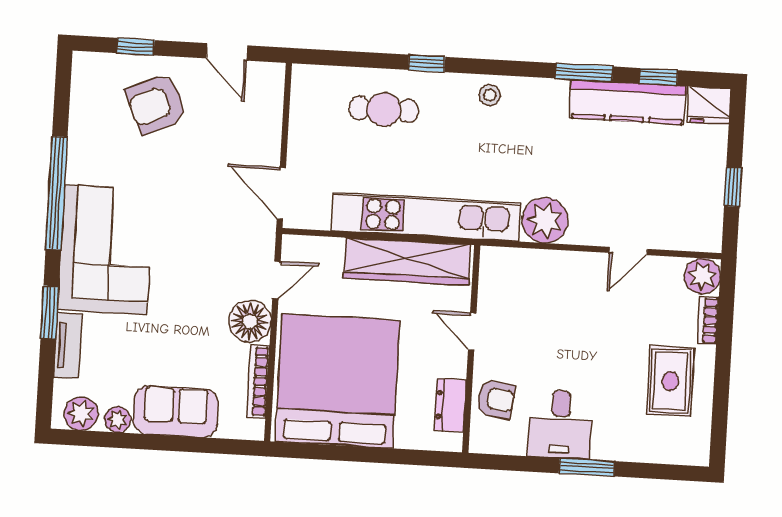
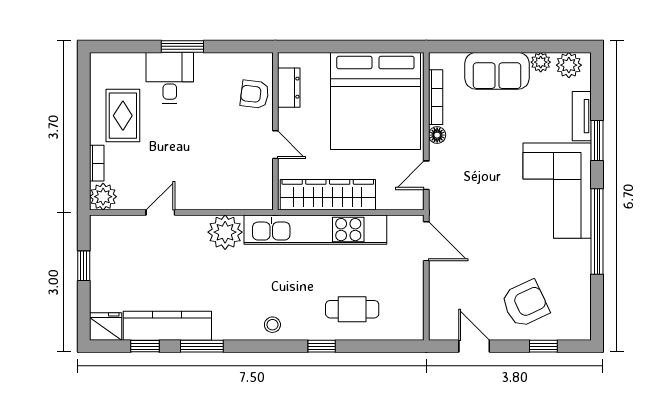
floor lamp: (250, 321) -> (437, 135), width x0.53, depth x0.53
desk: (560, 424) -> (170, 78), moved

